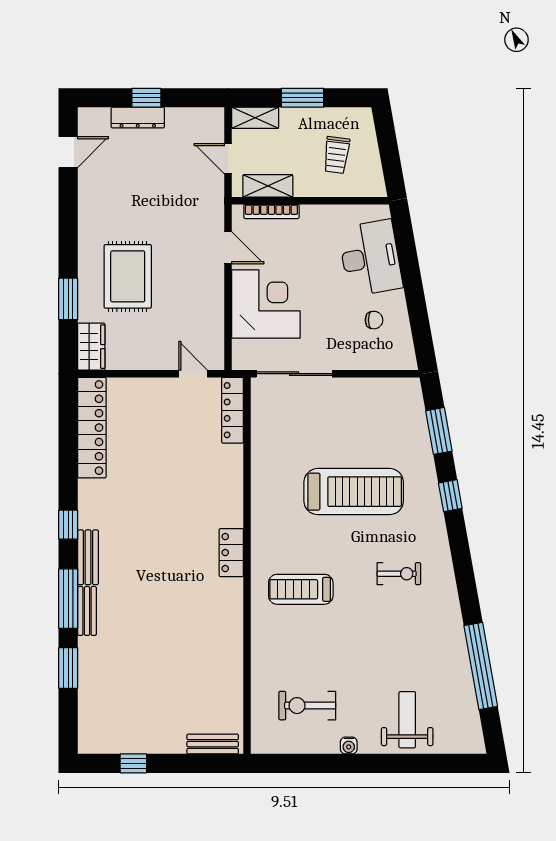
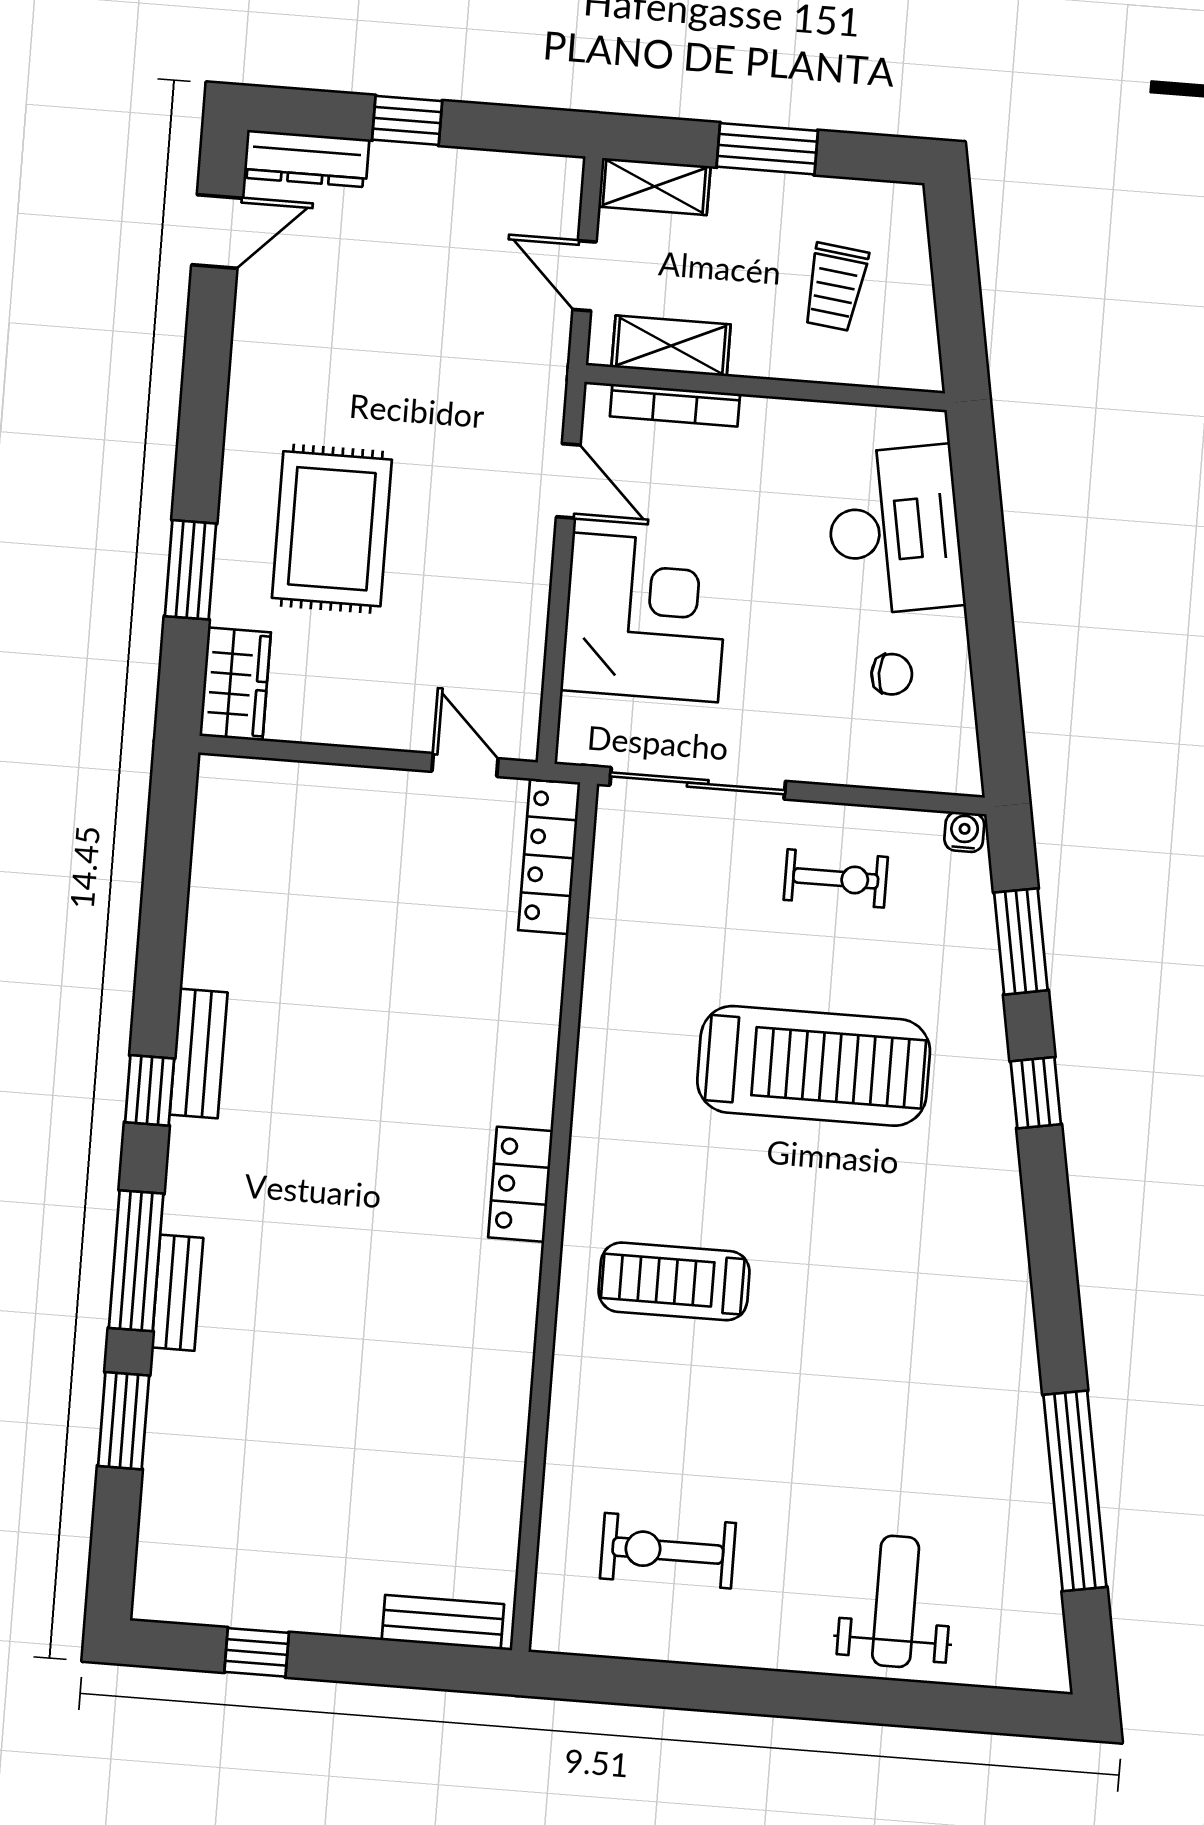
dresser: (138, 118) -> (306, 159), moved
locker: (92, 428) -> (222, 871), removed
bench: (88, 557) -> (199, 1053), moved
exercise bike: (399, 574) -> (836, 878), moved
water cooler: (349, 746) -> (964, 832), moved, turned 180

